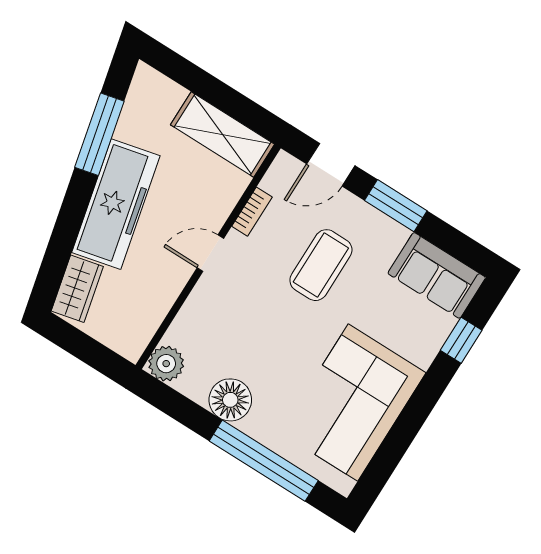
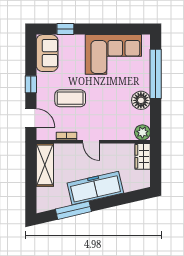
window: (396, 206) -> (31, 84), width x0.67
wardrobe: (77, 289) -> (143, 156), moved, turned -77

